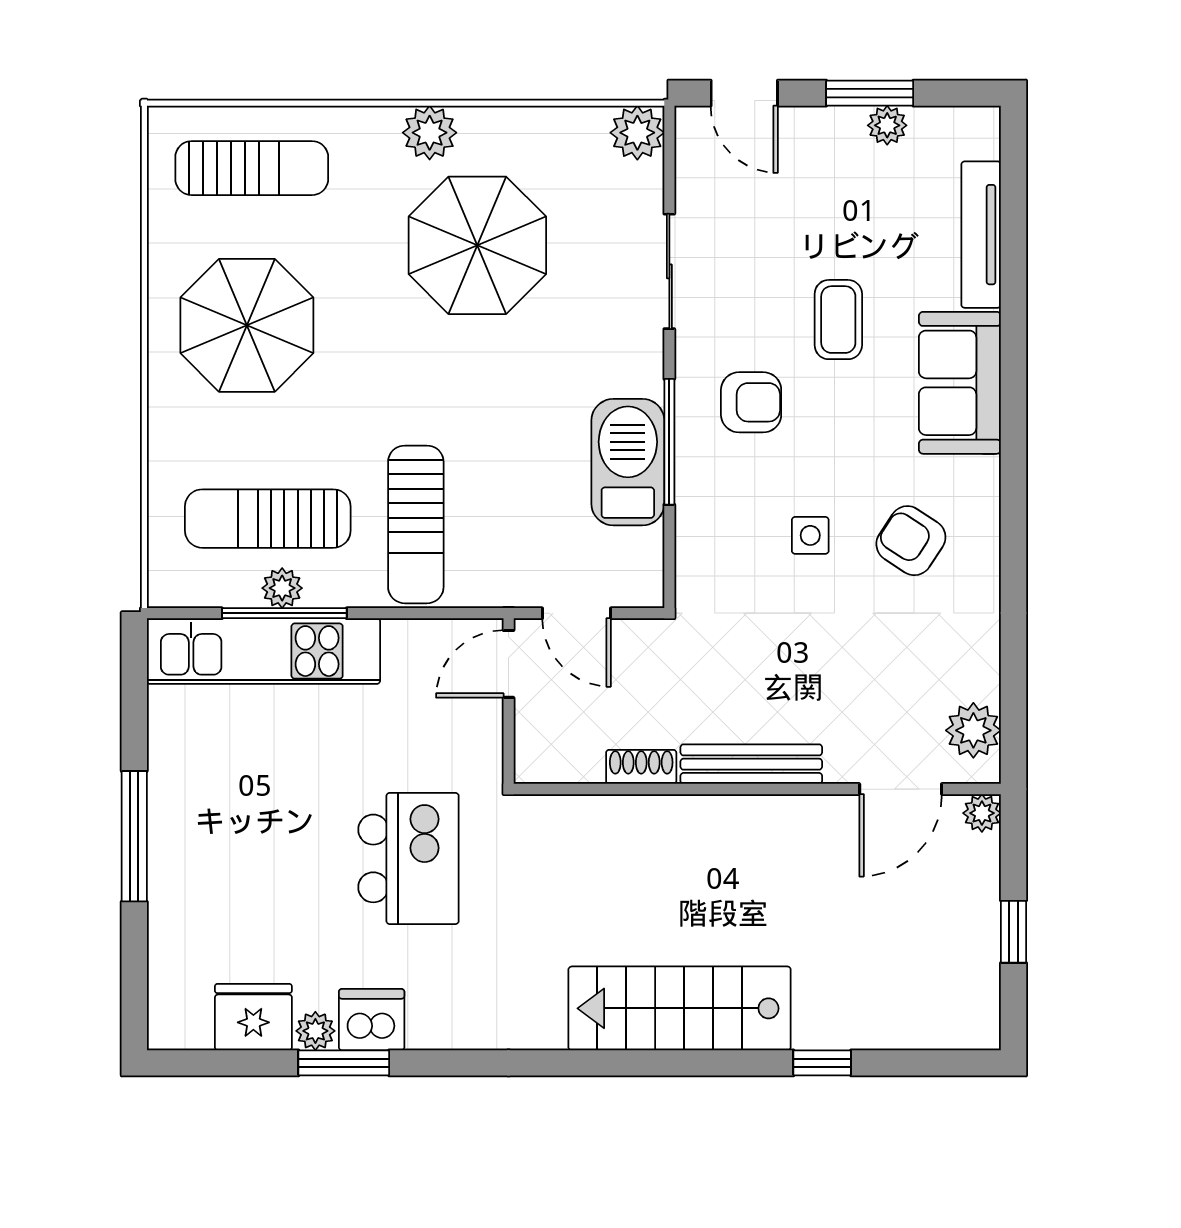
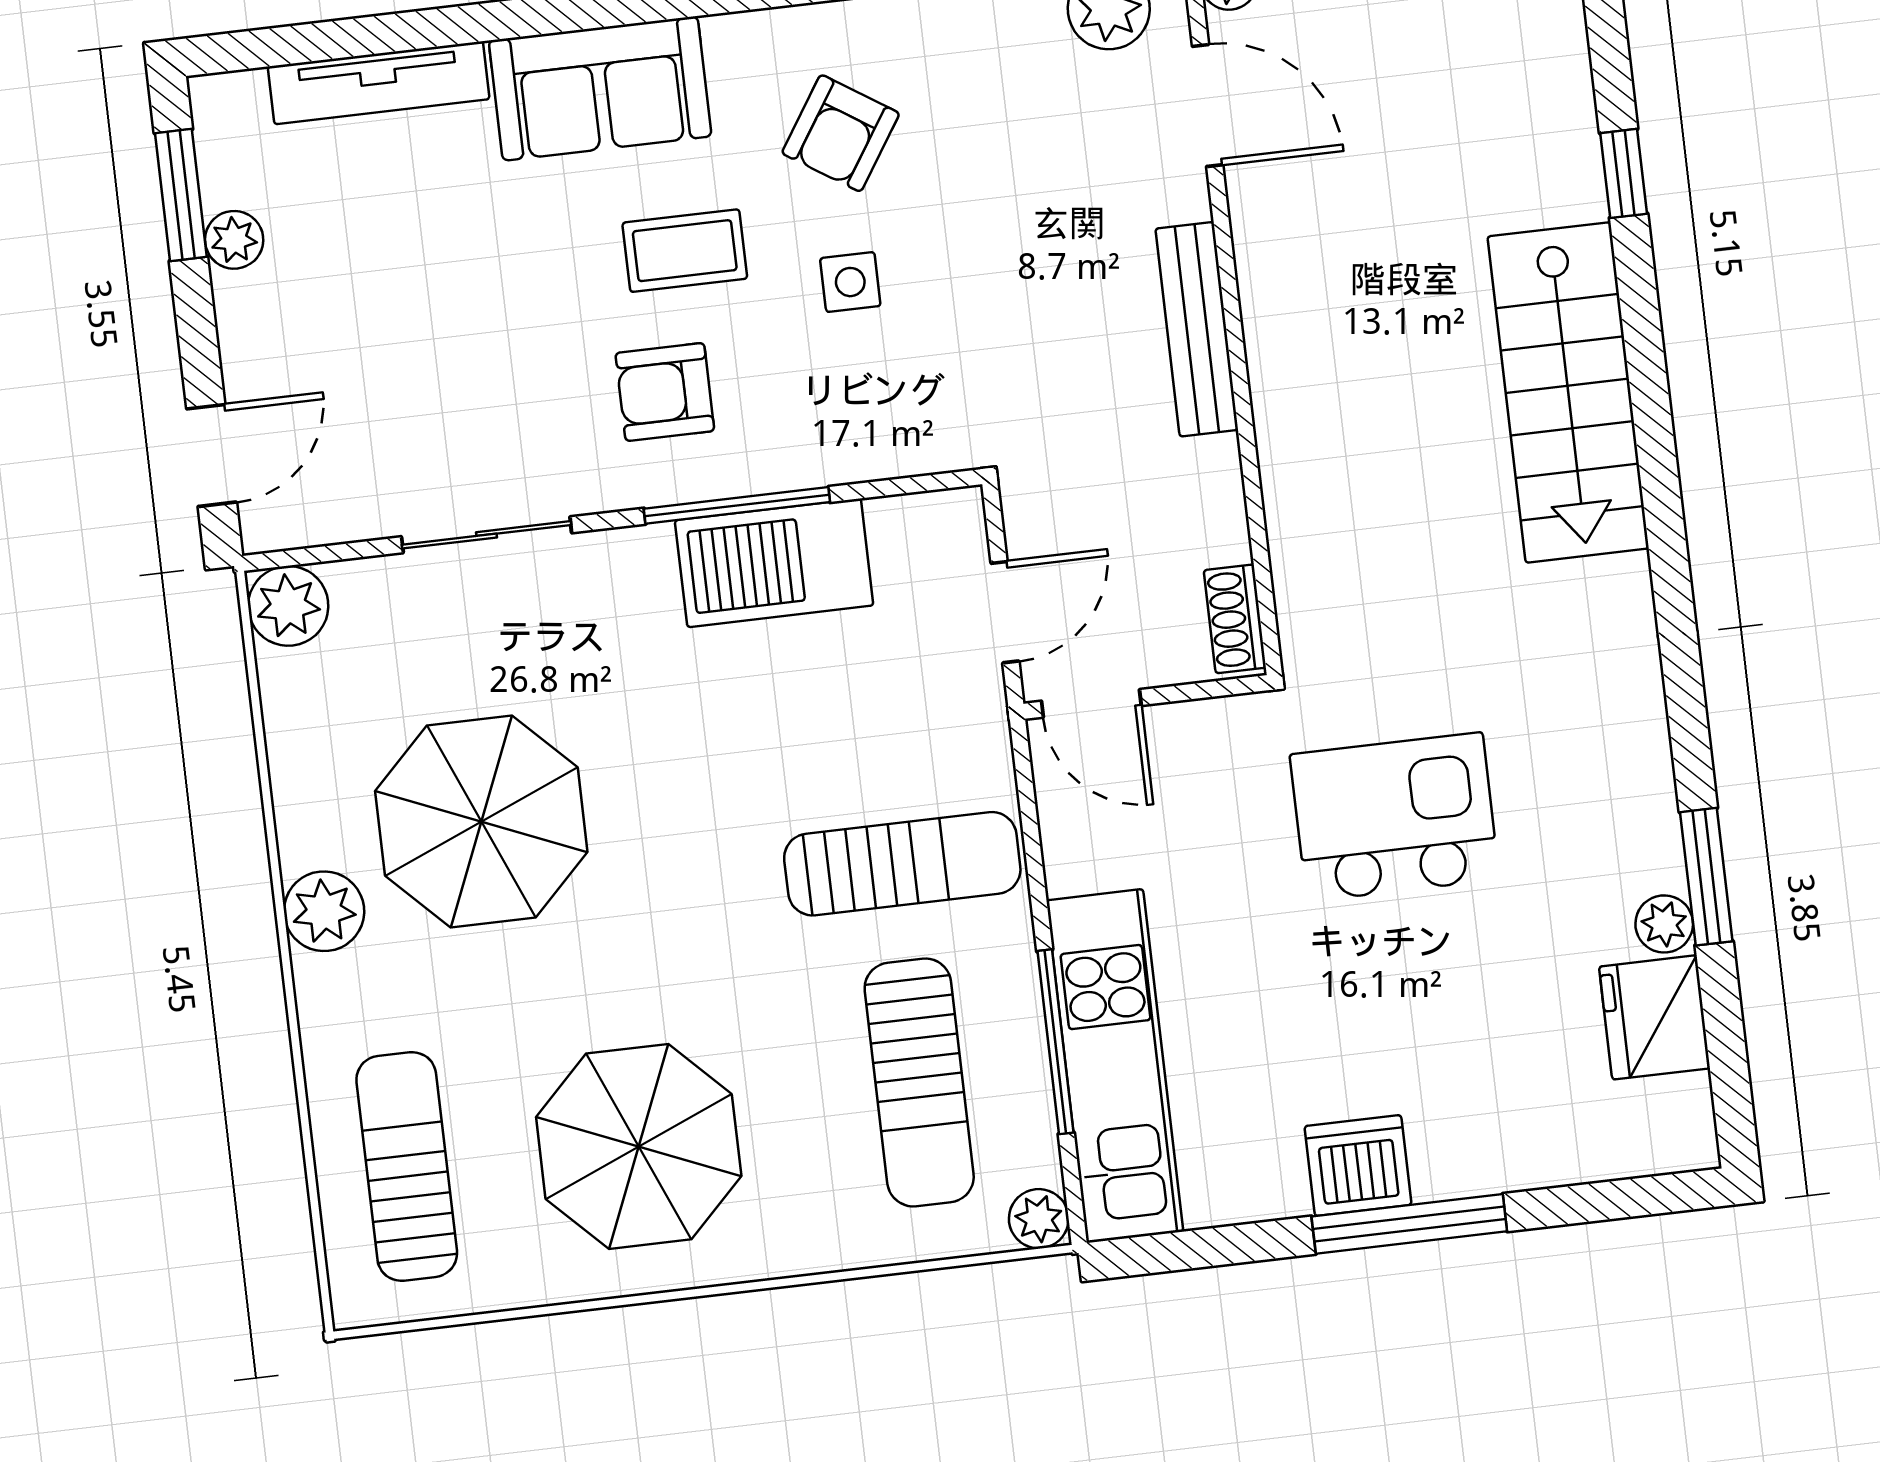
window: (870, 93) -> (181, 195), moved
coffee table: (838, 320) -> (685, 251), moved
armchair: (751, 402) -> (665, 392), turned -90
plant: (282, 588) -> (1039, 1219), moved
shoe rack: (641, 767) -> (1235, 619), moved
dishwasher: (372, 1020) -> (1358, 1165), moved, turned 90

